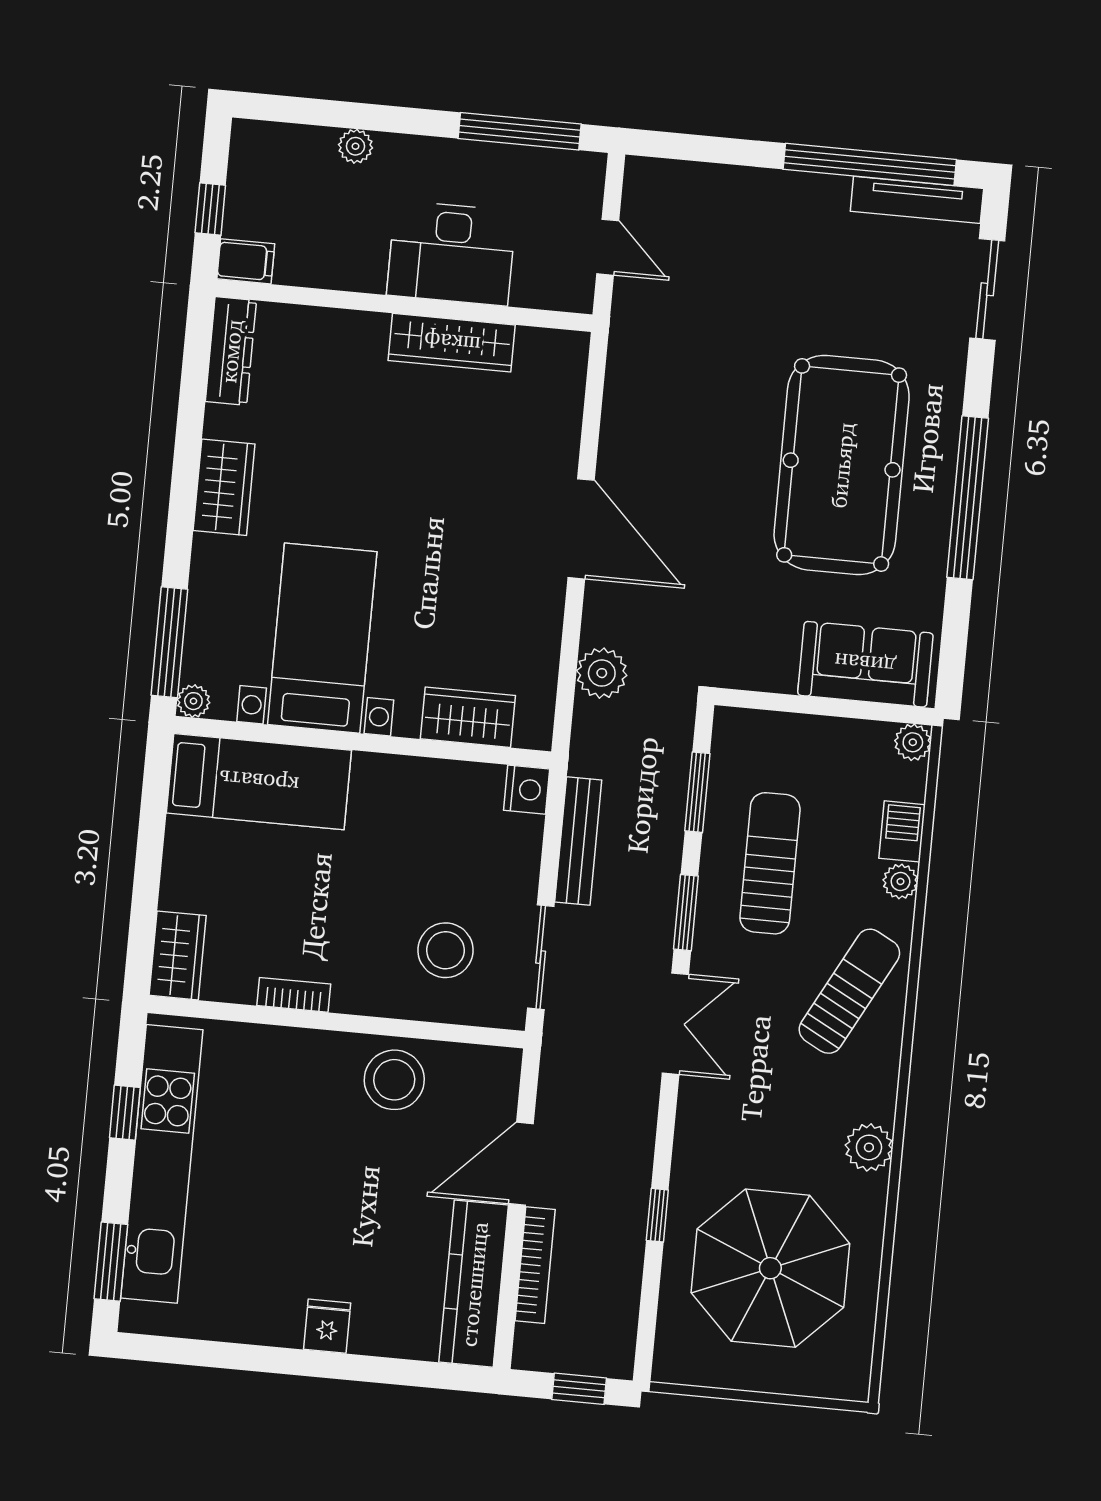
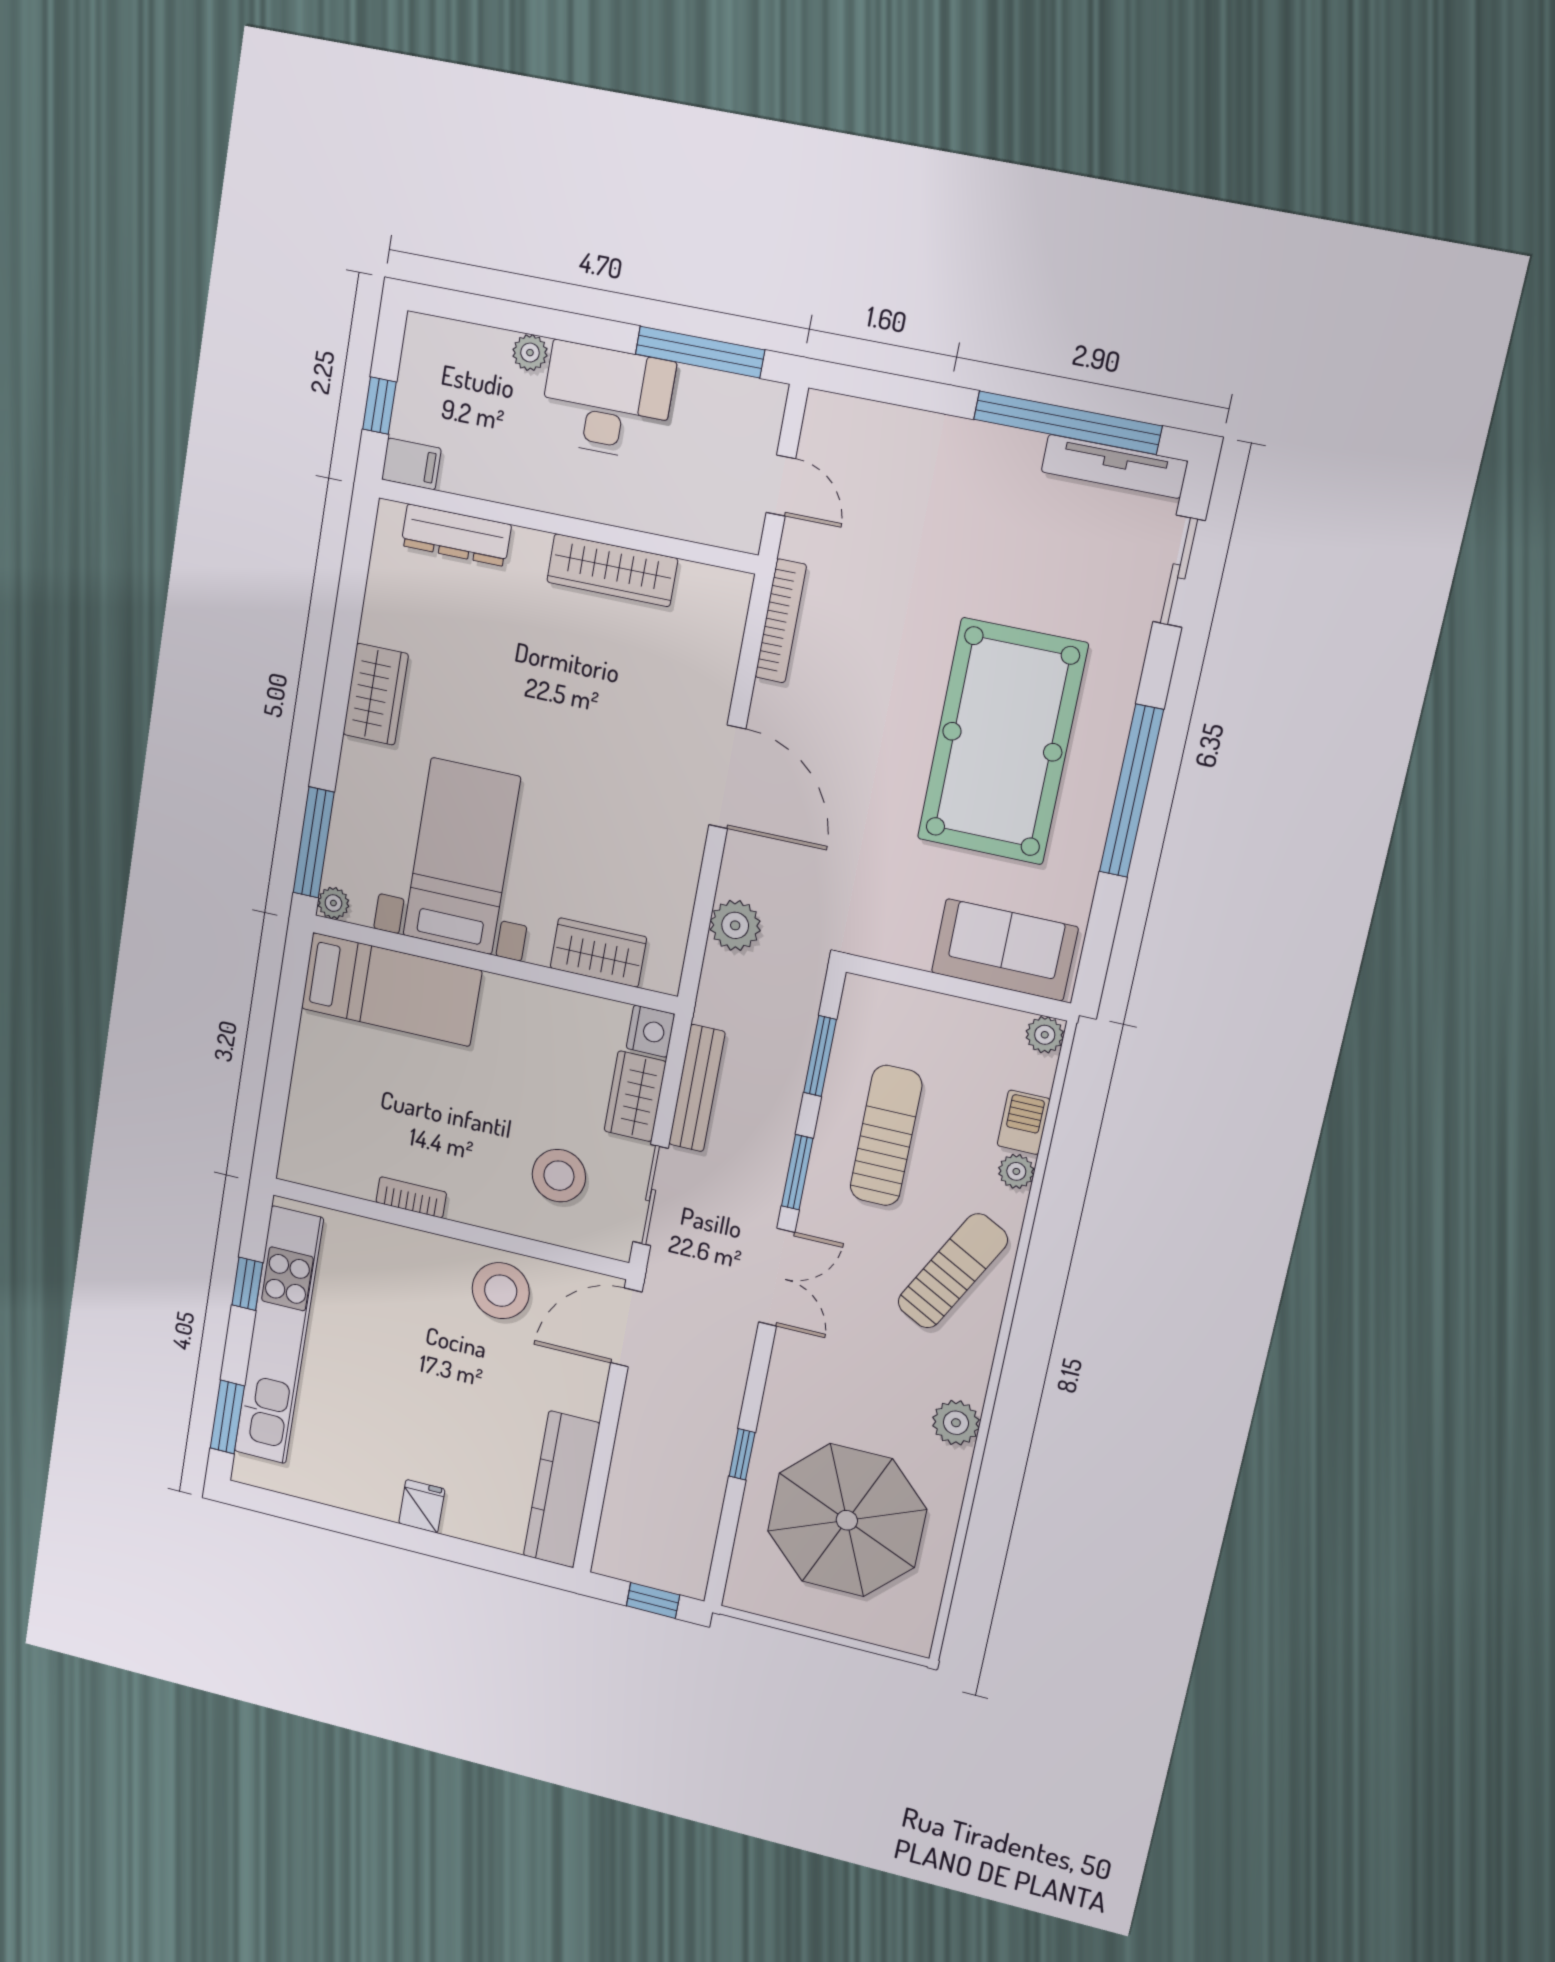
desk: (451, 253) -> (607, 401), moved, turned 180
dresser: (231, 351) -> (456, 535), moved, turned 90
wardrobe: (178, 955) -> (635, 1096), moved, turned 180
door: (521, 1164) -> (626, 1327), moved
bookcase: (535, 1265) -> (781, 621), moved

